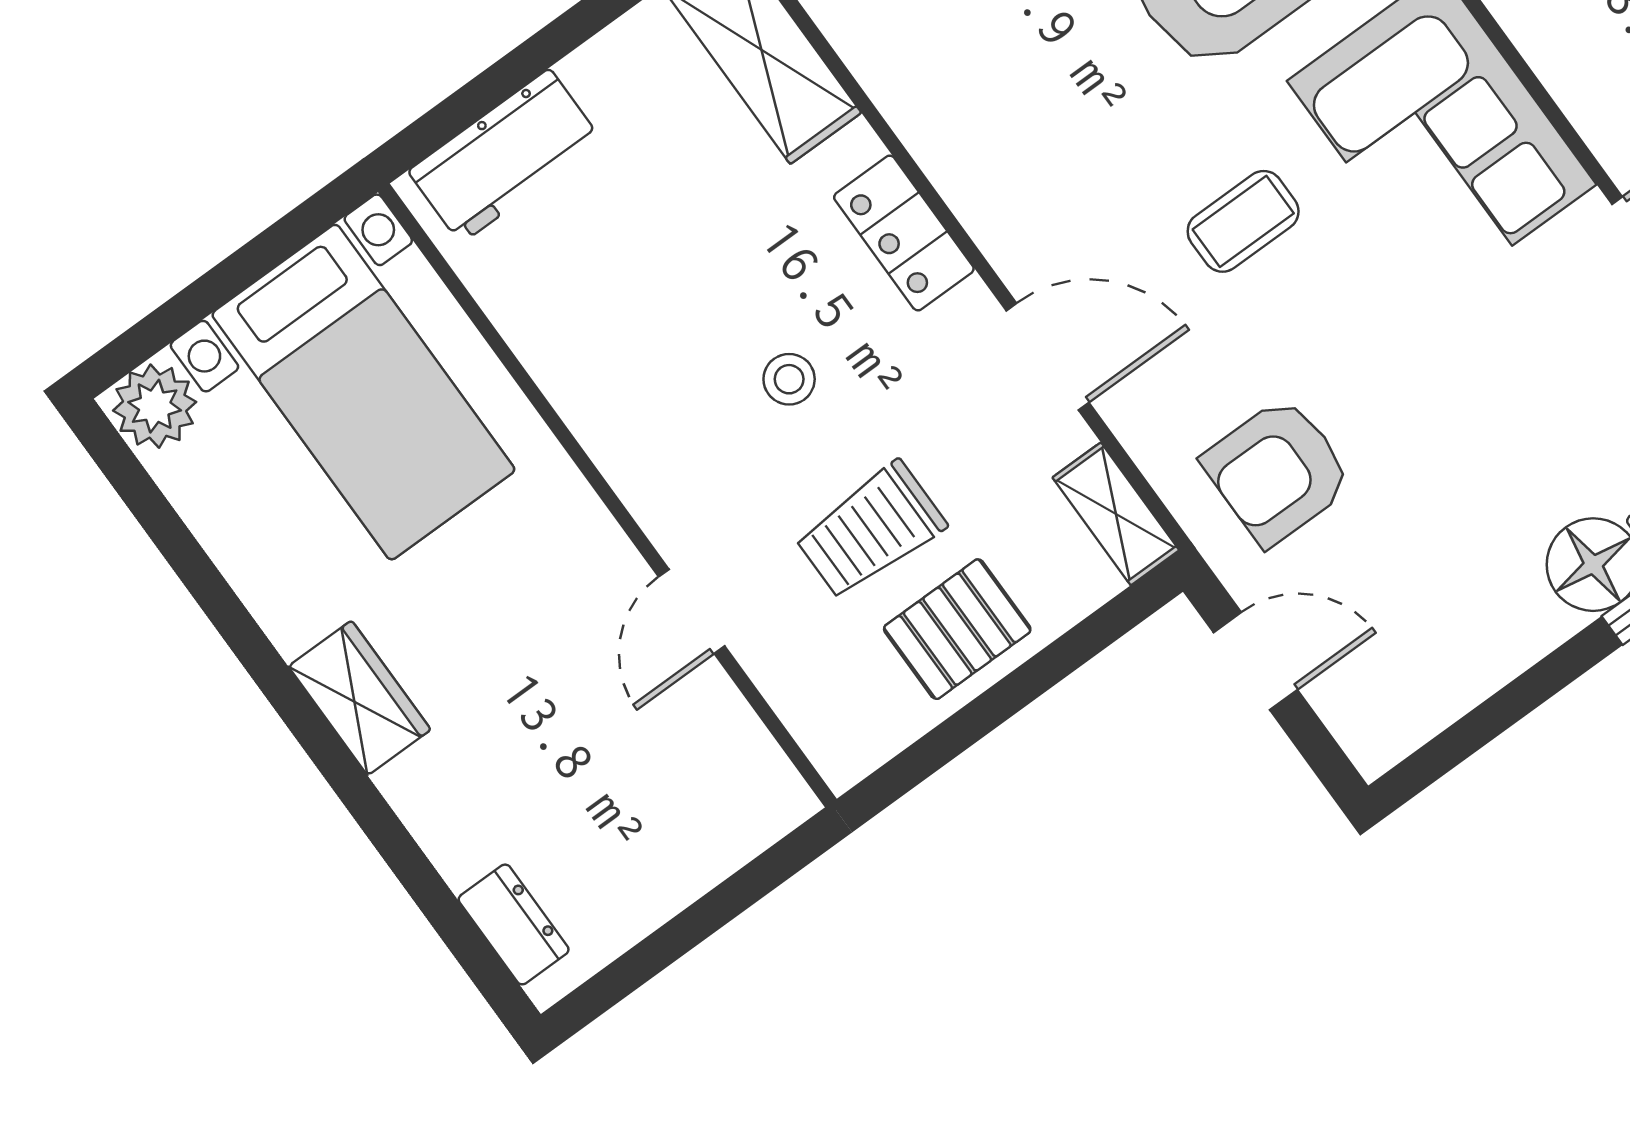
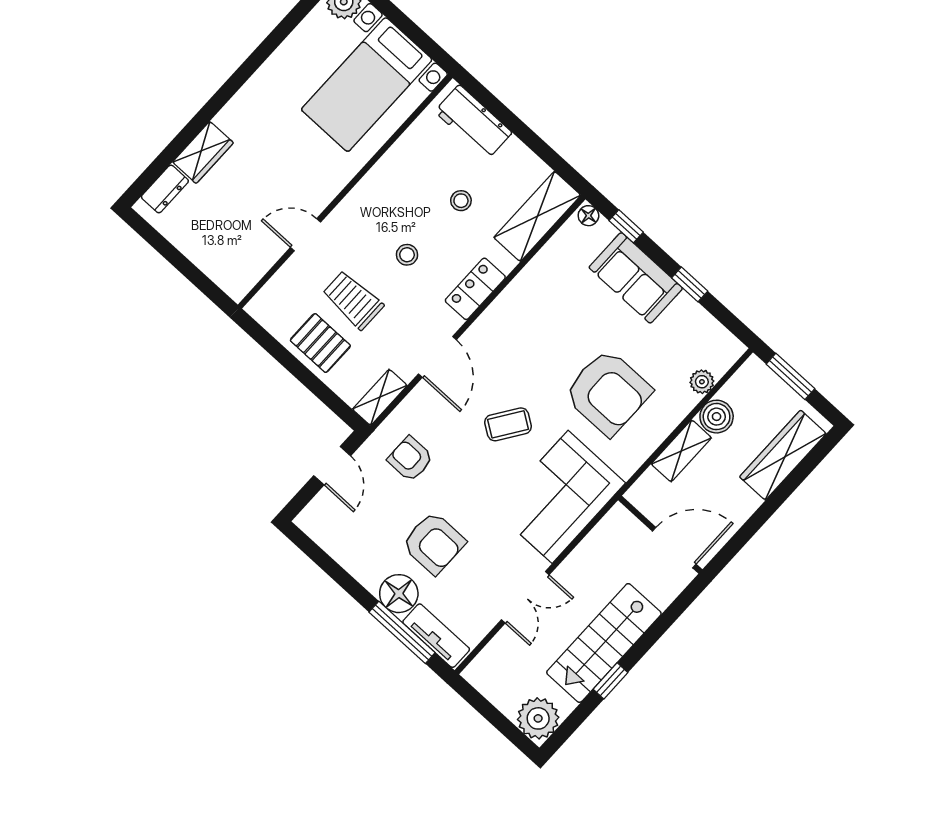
coffee table: (1243, 221) -> (508, 424), turned -56
stool: (686, 224) -> (461, 201), added
armchair: (1490, 457) -> (434, 543), added
armchair: (1278, 471) -> (410, 459), width x0.72, depth x0.72
wardrobe: (360, 698) -> (203, 152), moved

